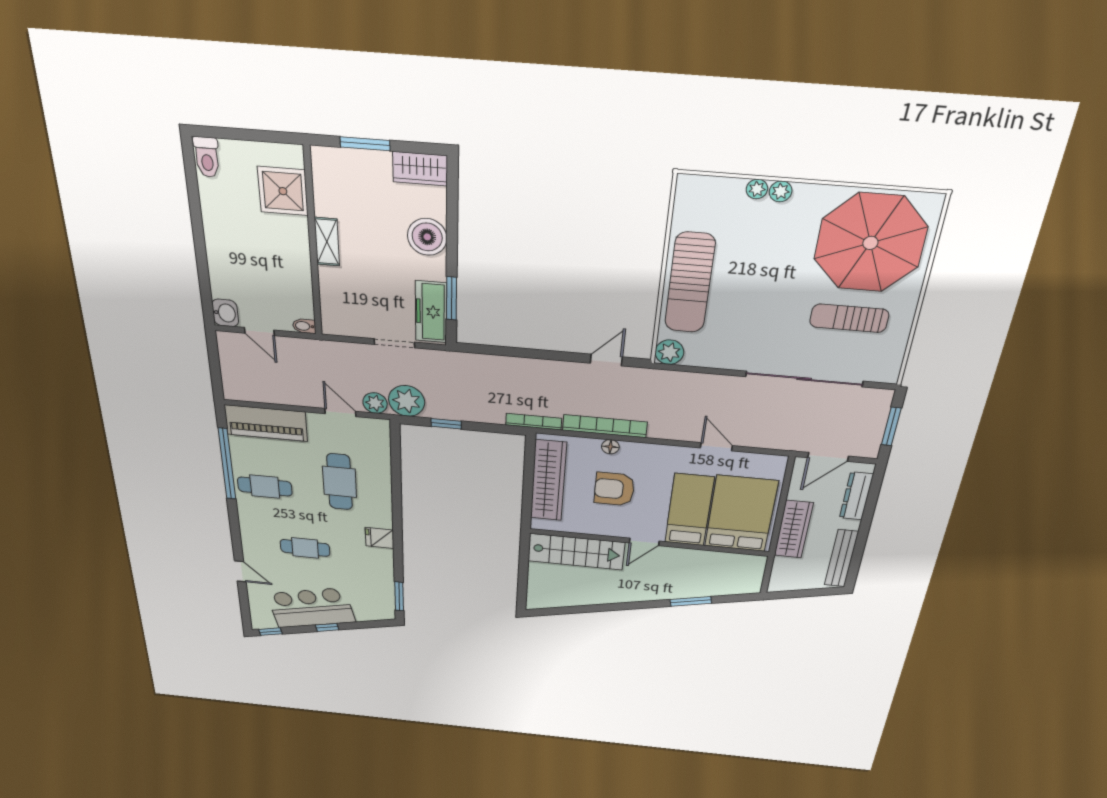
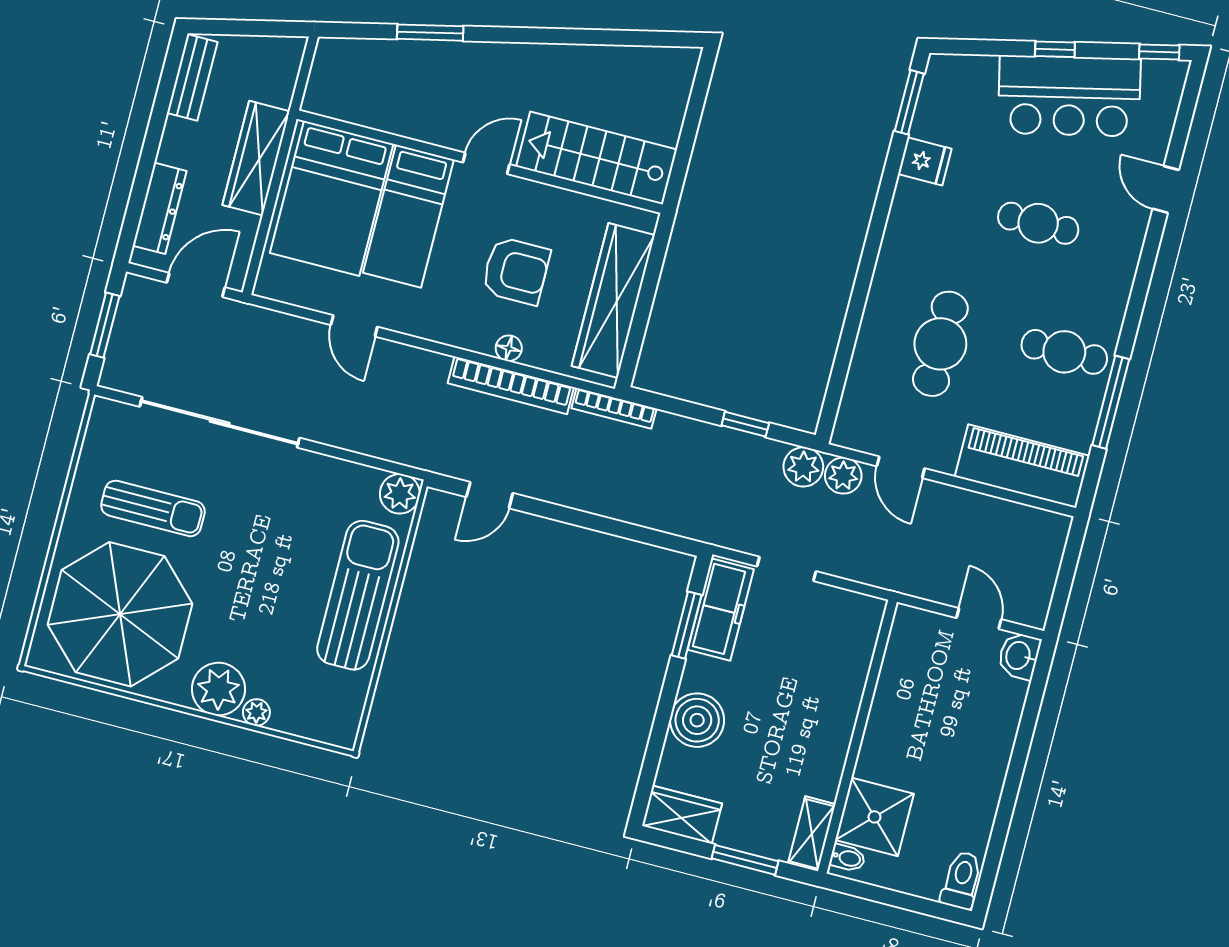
plant: (781, 191) -> (218, 689), width x1.87, depth x1.87
shelving: (327, 242) -> (812, 834), moved
bidet: (304, 326) -> (848, 858), moved
plant: (407, 401) -> (803, 467), width x0.73, depth x0.73
window: (227, 464) -> (1111, 402), width x0.68
fridge: (380, 538) -> (925, 161), moved
bench: (841, 558) -> (192, 77), width x0.73

